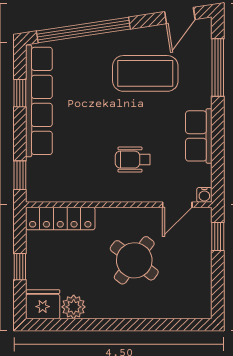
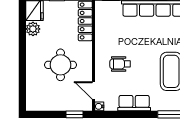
wheelchair: (133, 160) -> (120, 64), turned -90
round table: (134, 260) -> (61, 65), turned -37

